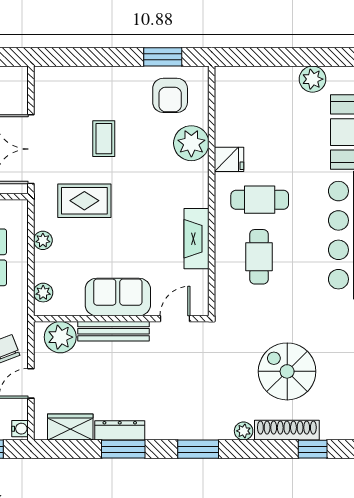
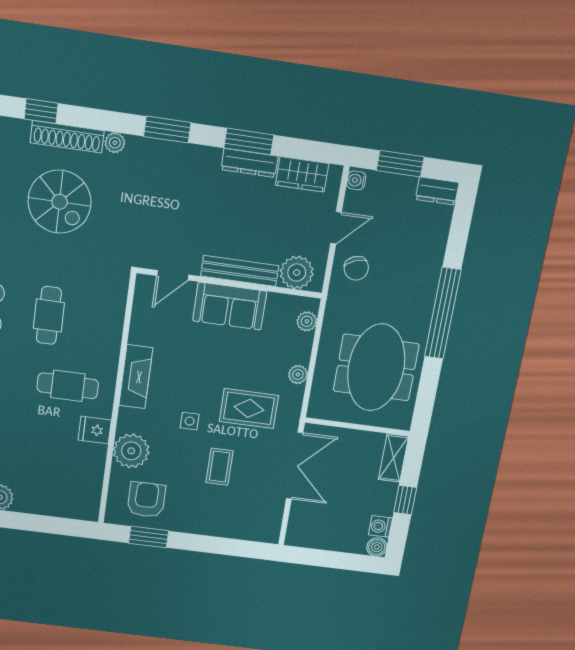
side table: (139, 181) -> (190, 421), added
fireplace: (196, 239) -> (136, 377), moved
cafe table: (259, 257) -> (49, 315), moved

